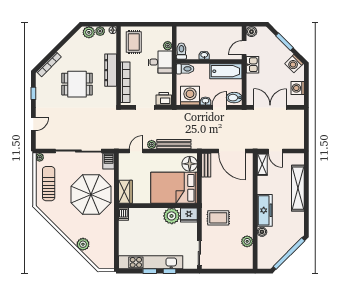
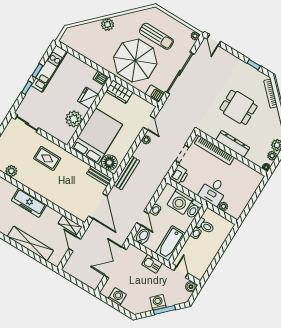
rug: (134, 42) -> (245, 179), removed
toilet: (181, 51) -> (205, 226), moved
washing machine: (294, 64) -> (158, 302), moved
kitchen sink: (252, 65) -> (152, 264), moved
dining table: (77, 84) -> (239, 107), turned 90
washing machine: (190, 96) -> (180, 202), moved, turned 90
double door: (270, 107) -> (115, 262), swing flipped
door: (33, 124) -> (214, 40), moved
bench: (174, 144) -> (127, 173), moved
door: (232, 151) -> (98, 206), swing flipped
door: (275, 151) -> (75, 244), hinge flipped
sun lounger: (49, 184) -> (157, 36), moved
fridge: (189, 215) -> (88, 98), moved
rug: (218, 218) -> (47, 158), turned 90
boiler: (262, 232) -> (12, 189), removed
plant: (83, 244) -> (107, 24), moved
kitchen unit: (151, 262) -> (49, 69), width x0.73

